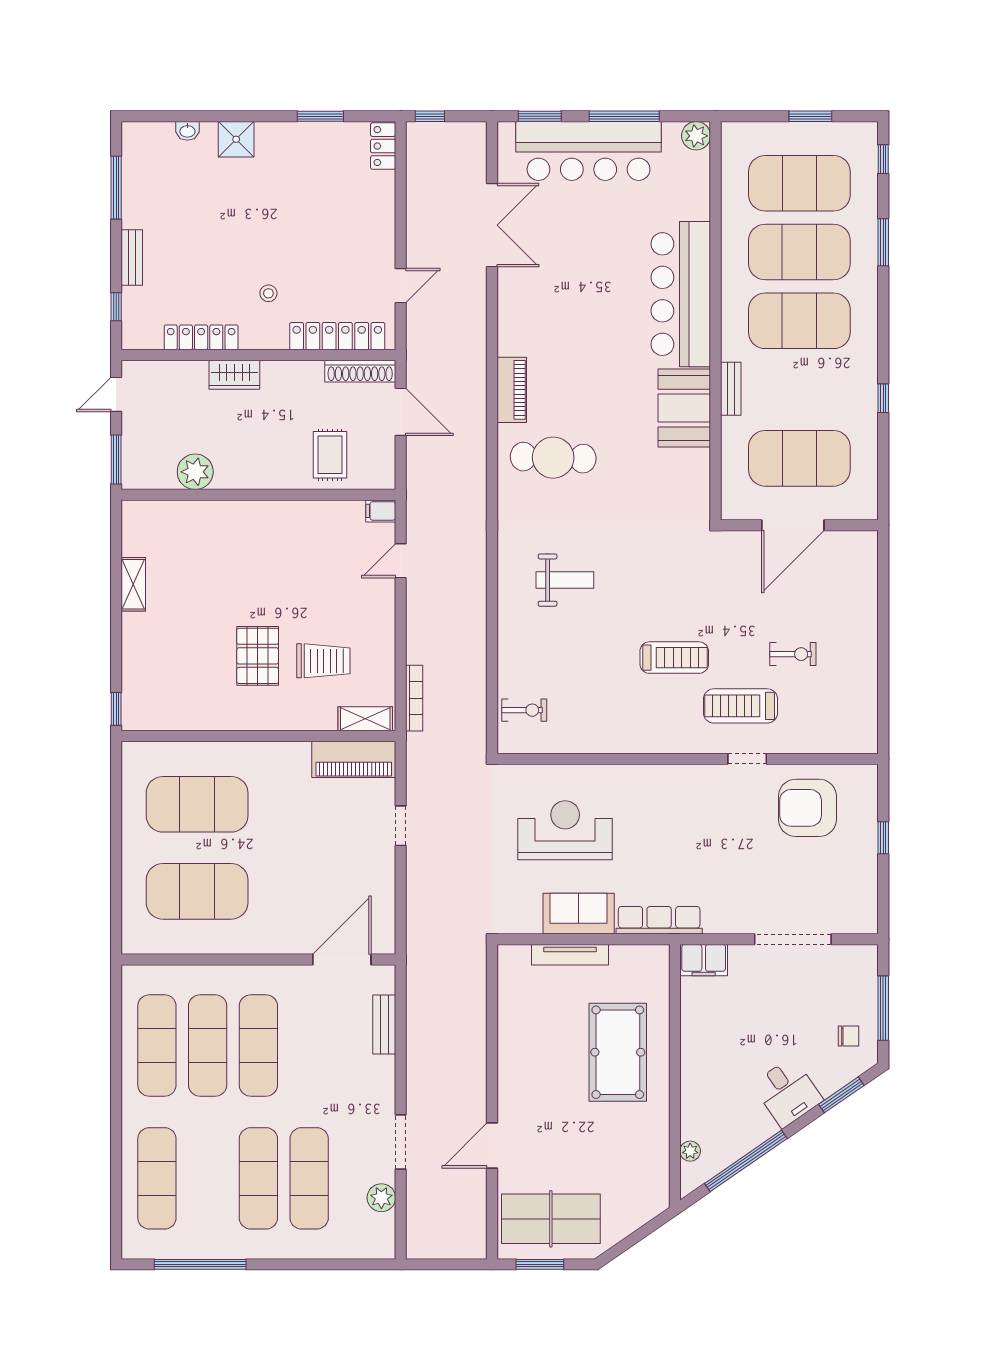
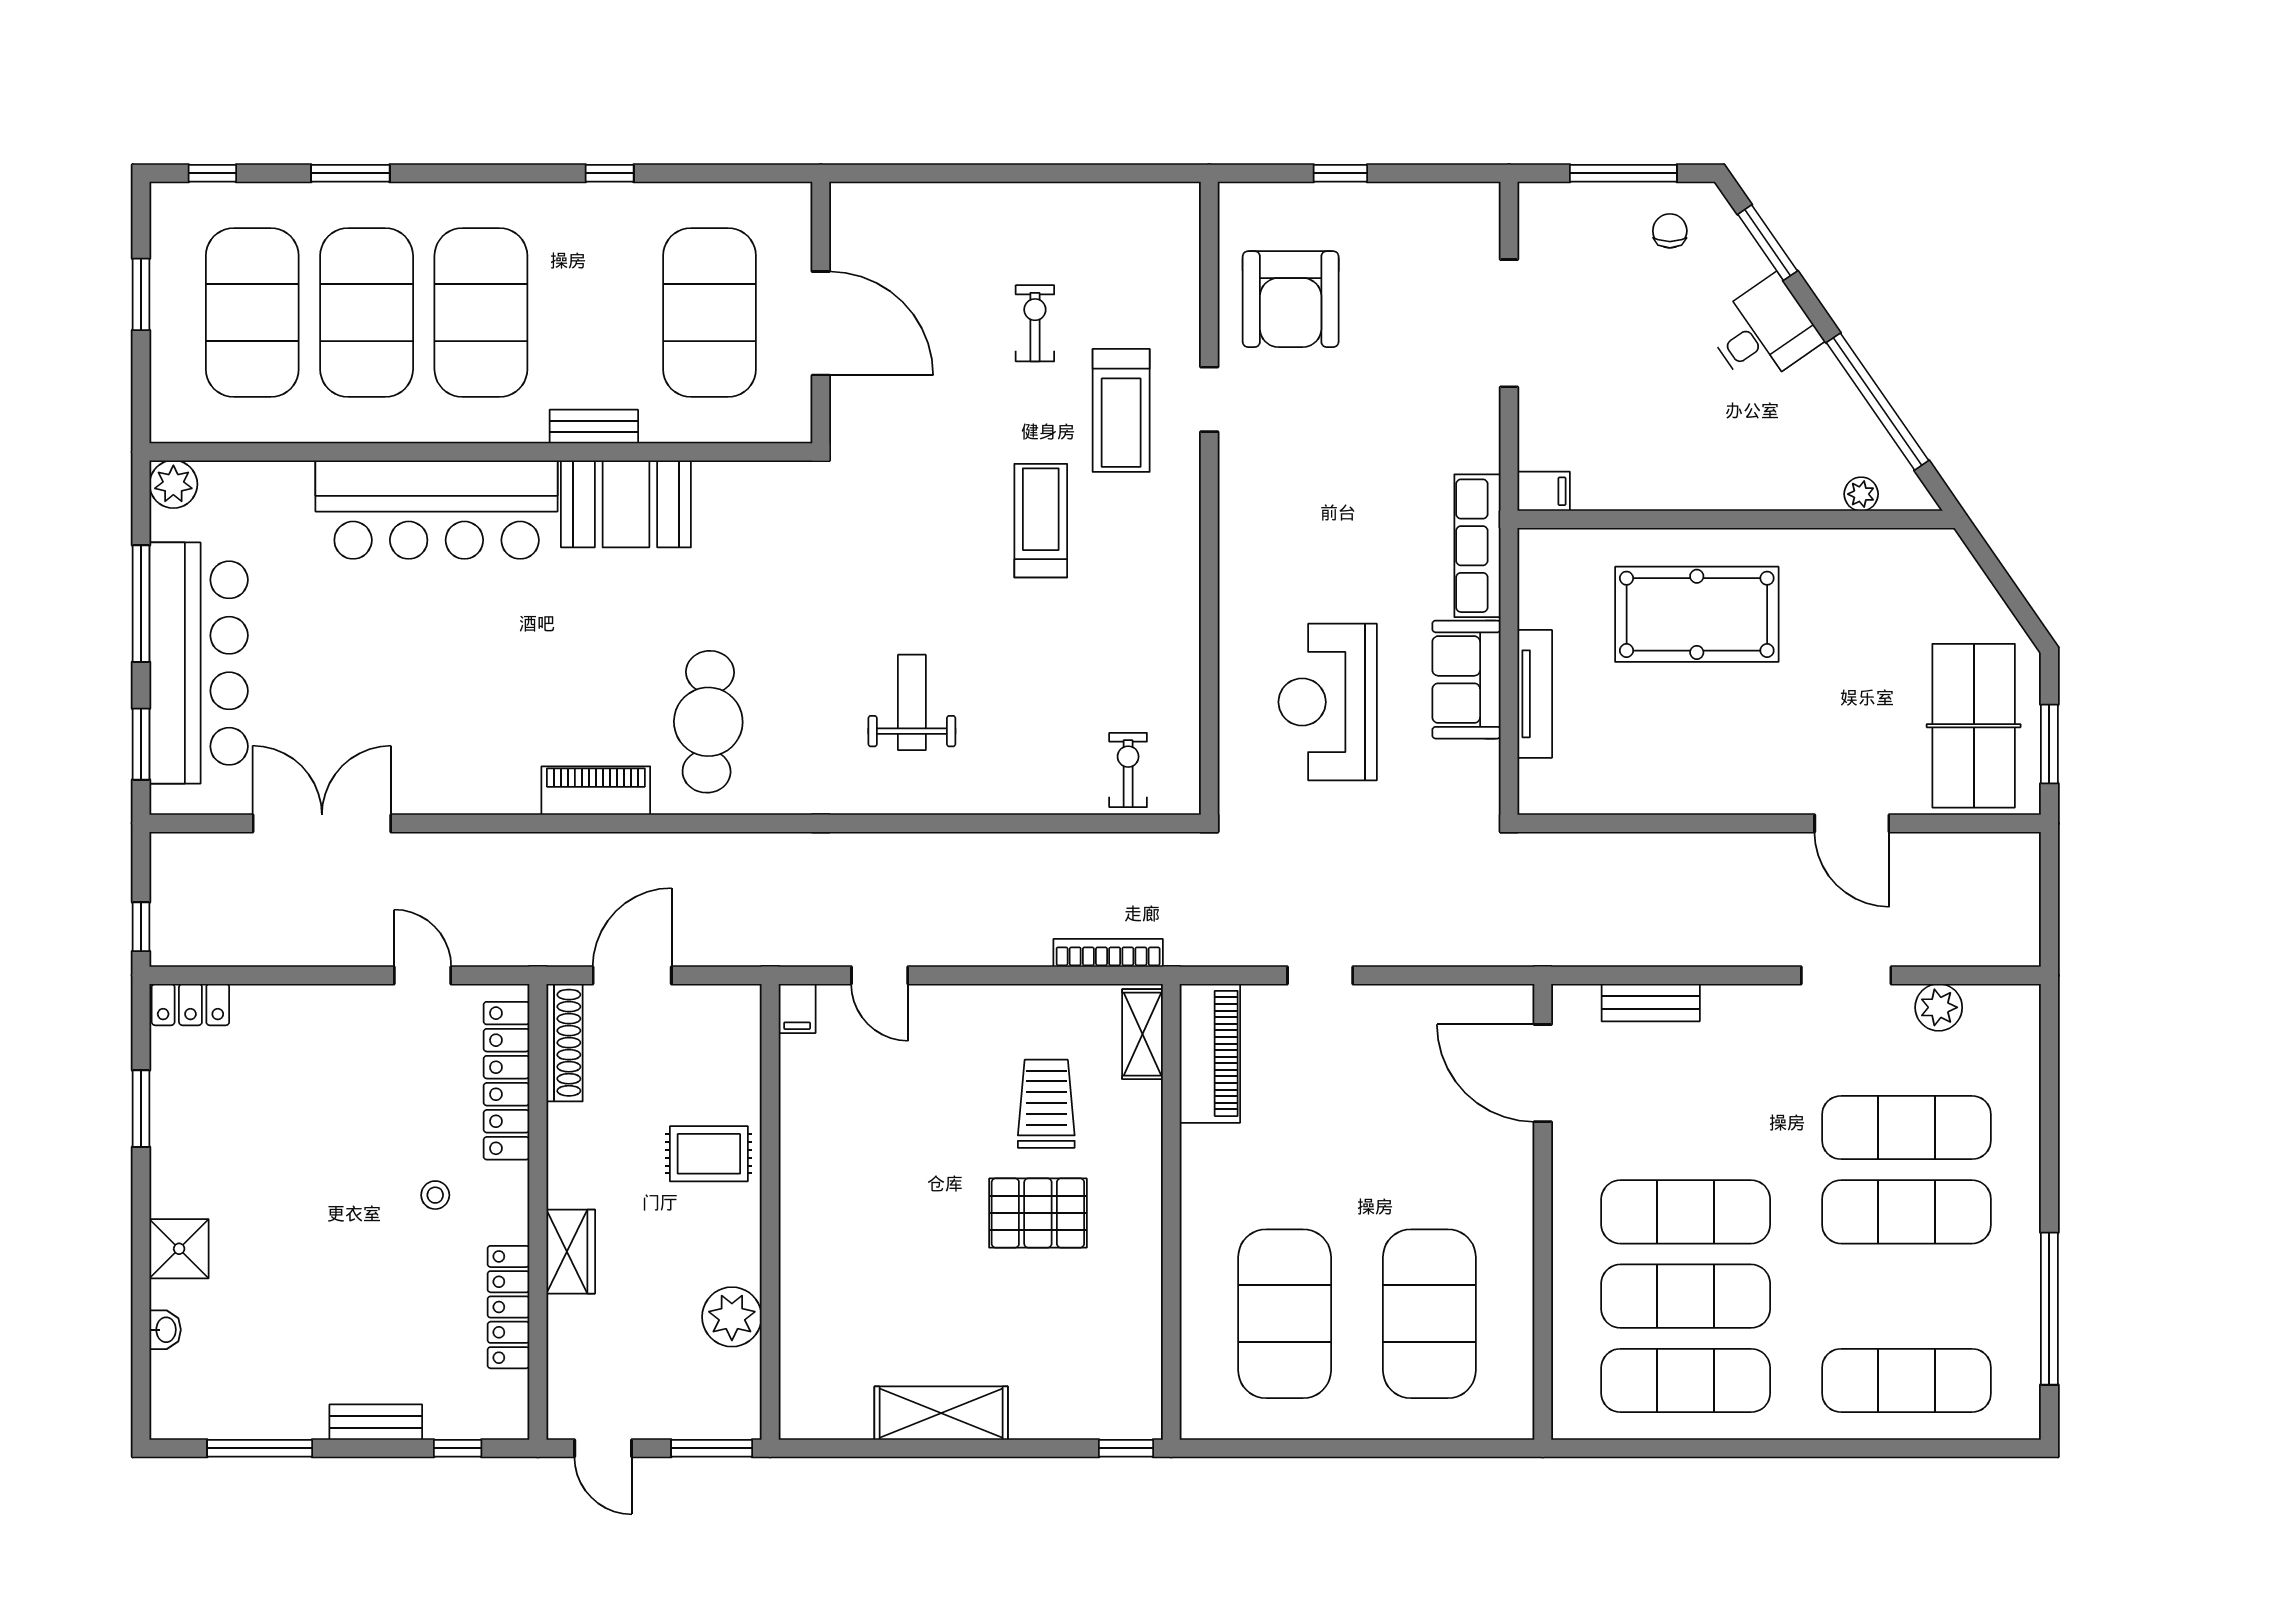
rug: (330, 455) -> (709, 1154), moved
shelving: (133, 584) -> (941, 1413), width x1.50, depth x1.33
filing cabinet: (704, 960) -> (1544, 491), width x0.50

